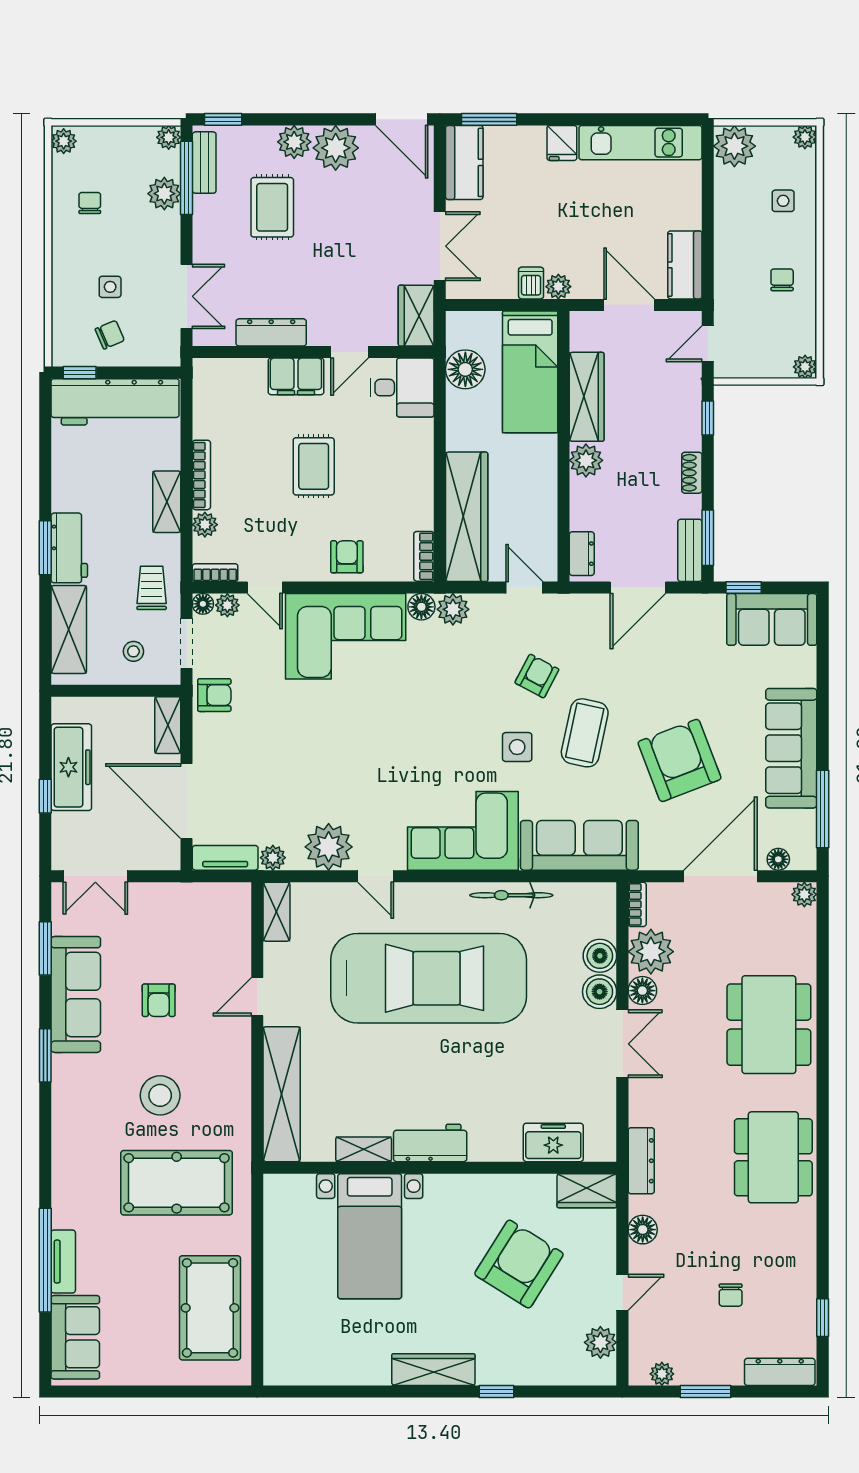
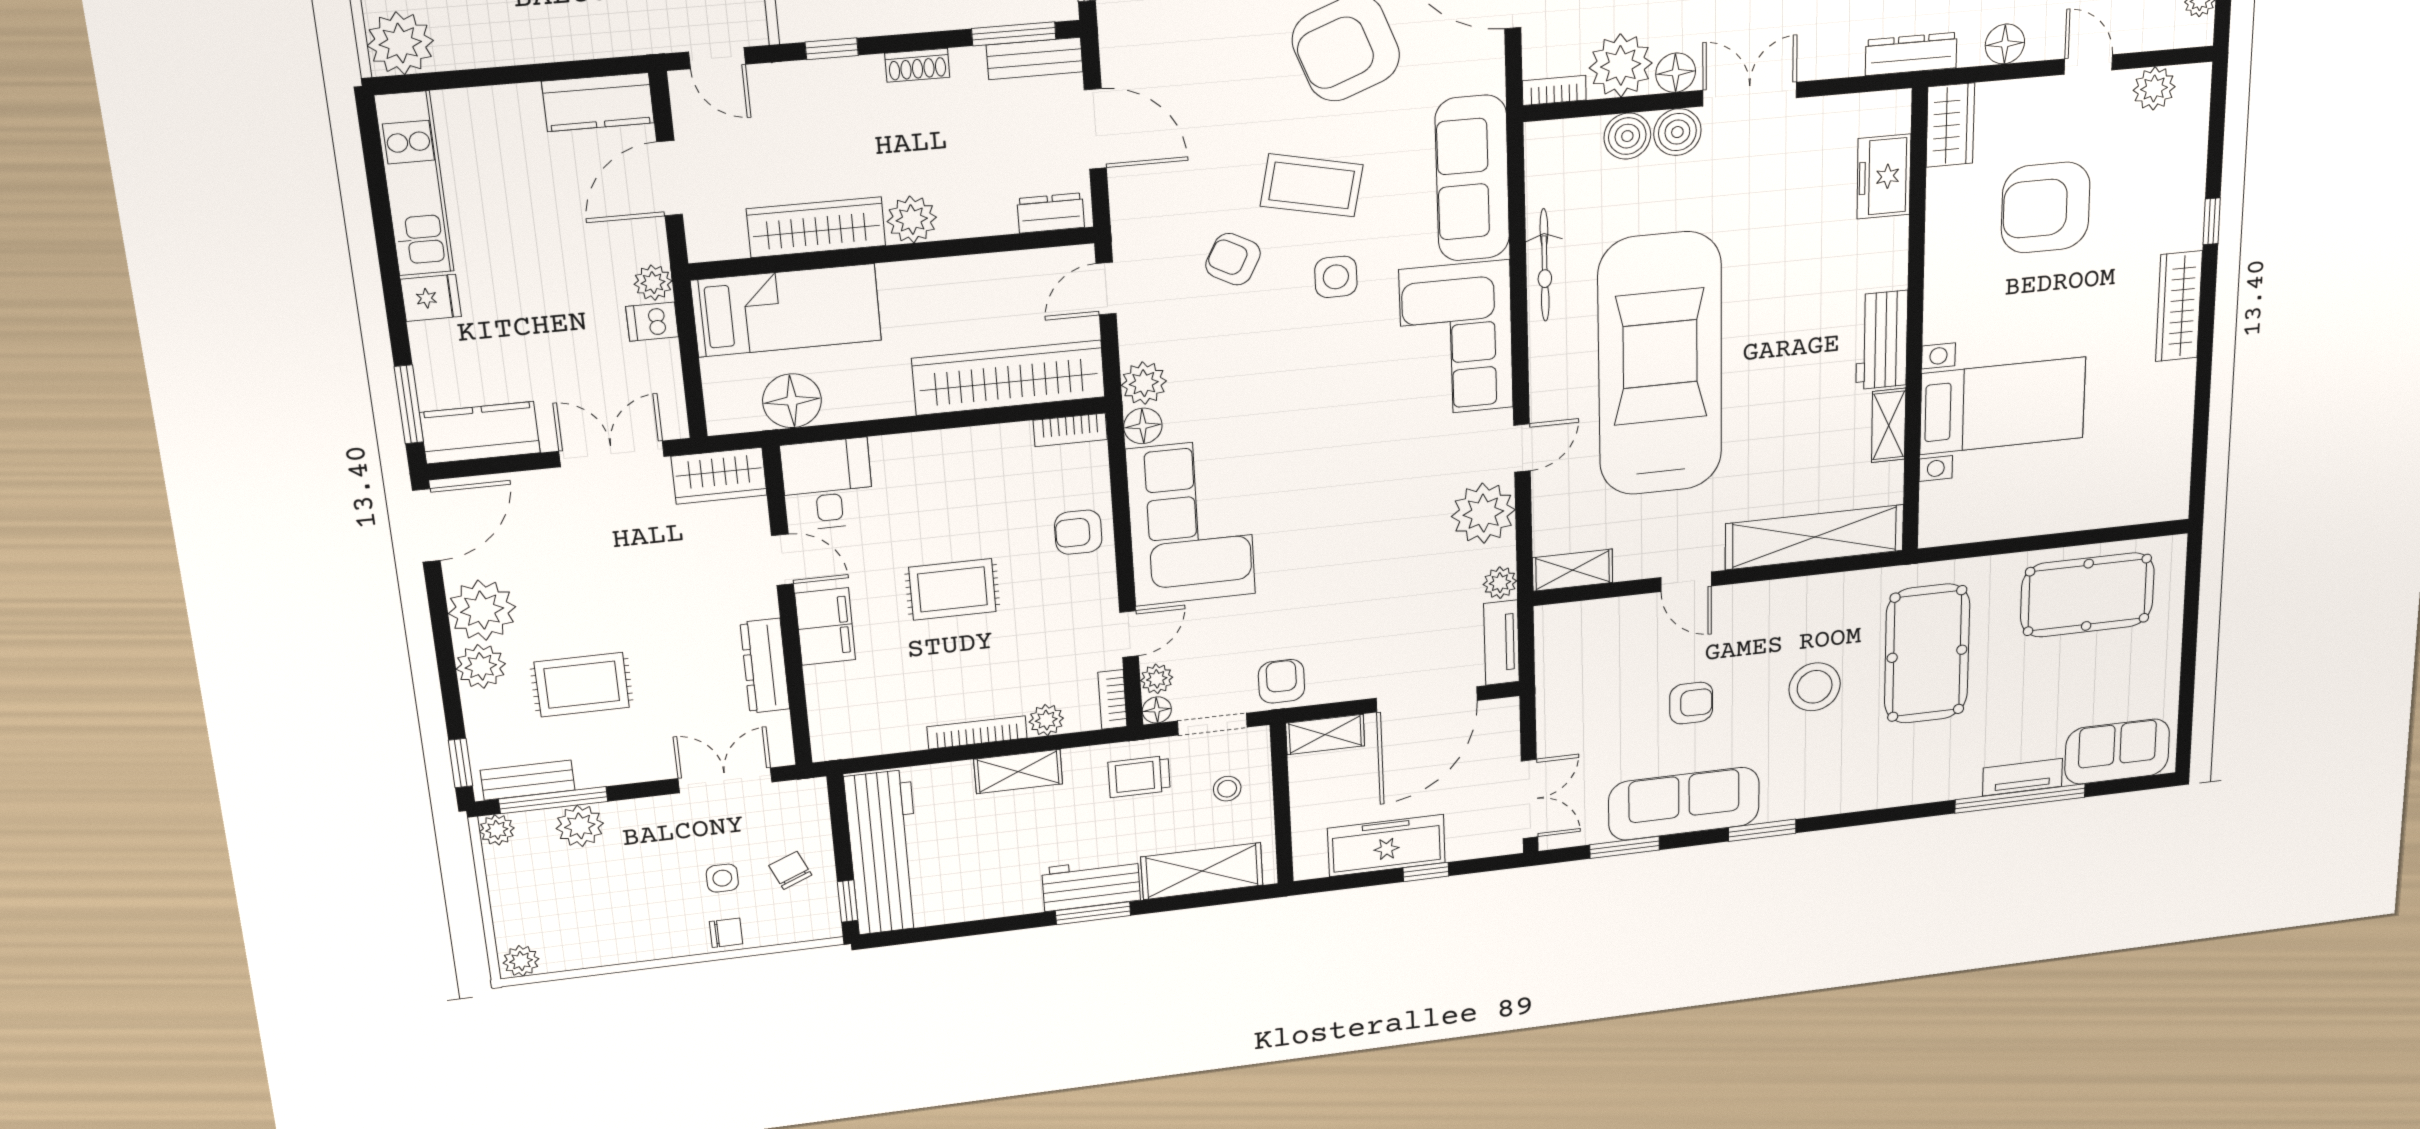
chair: (90, 203) -> (726, 933), moved, turned 180
armchair: (519, 1264) -> (2046, 208), turned -32

